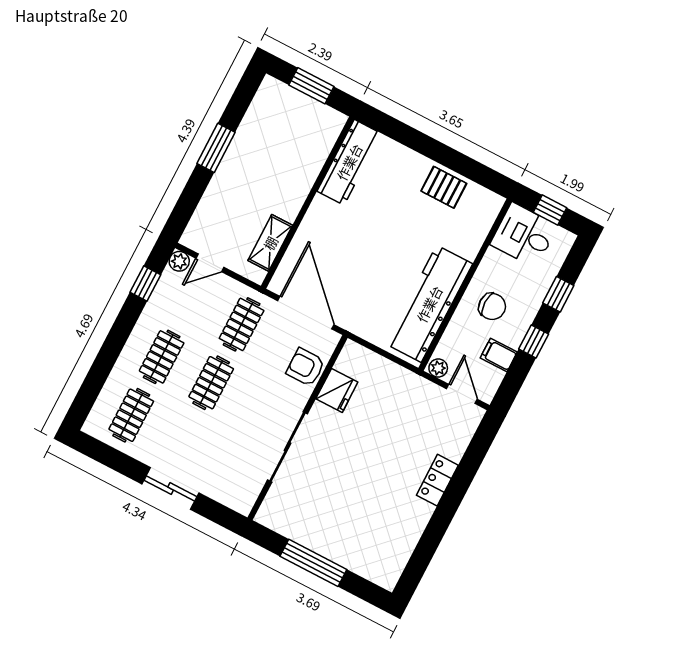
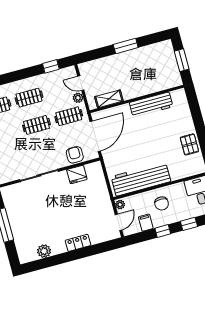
workbench: (349, 162) -> (151, 105), moved
plant: (179, 261) -> (78, 98), moved
plant: (404, 540) -> (44, 251), added

